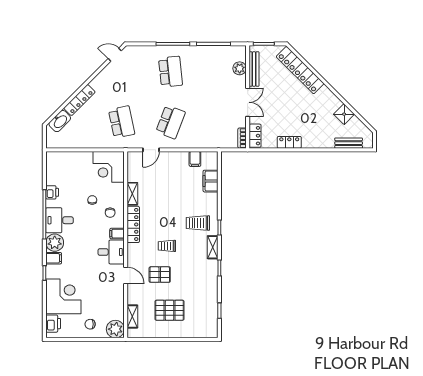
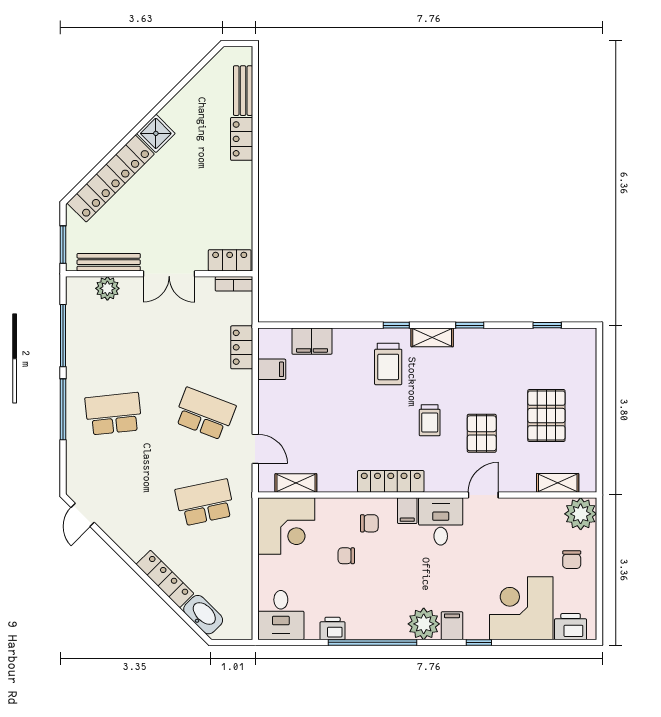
double door: (248, 102) -> (169, 274), swing flipped
shower: (344, 114) -> (156, 133), moved
locker: (207, 142) -> (242, 347), added
locker: (289, 142) -> (242, 139), moved
shelving: (132, 194) -> (296, 483), moved
desk: (60, 220) -> (281, 615), moved

